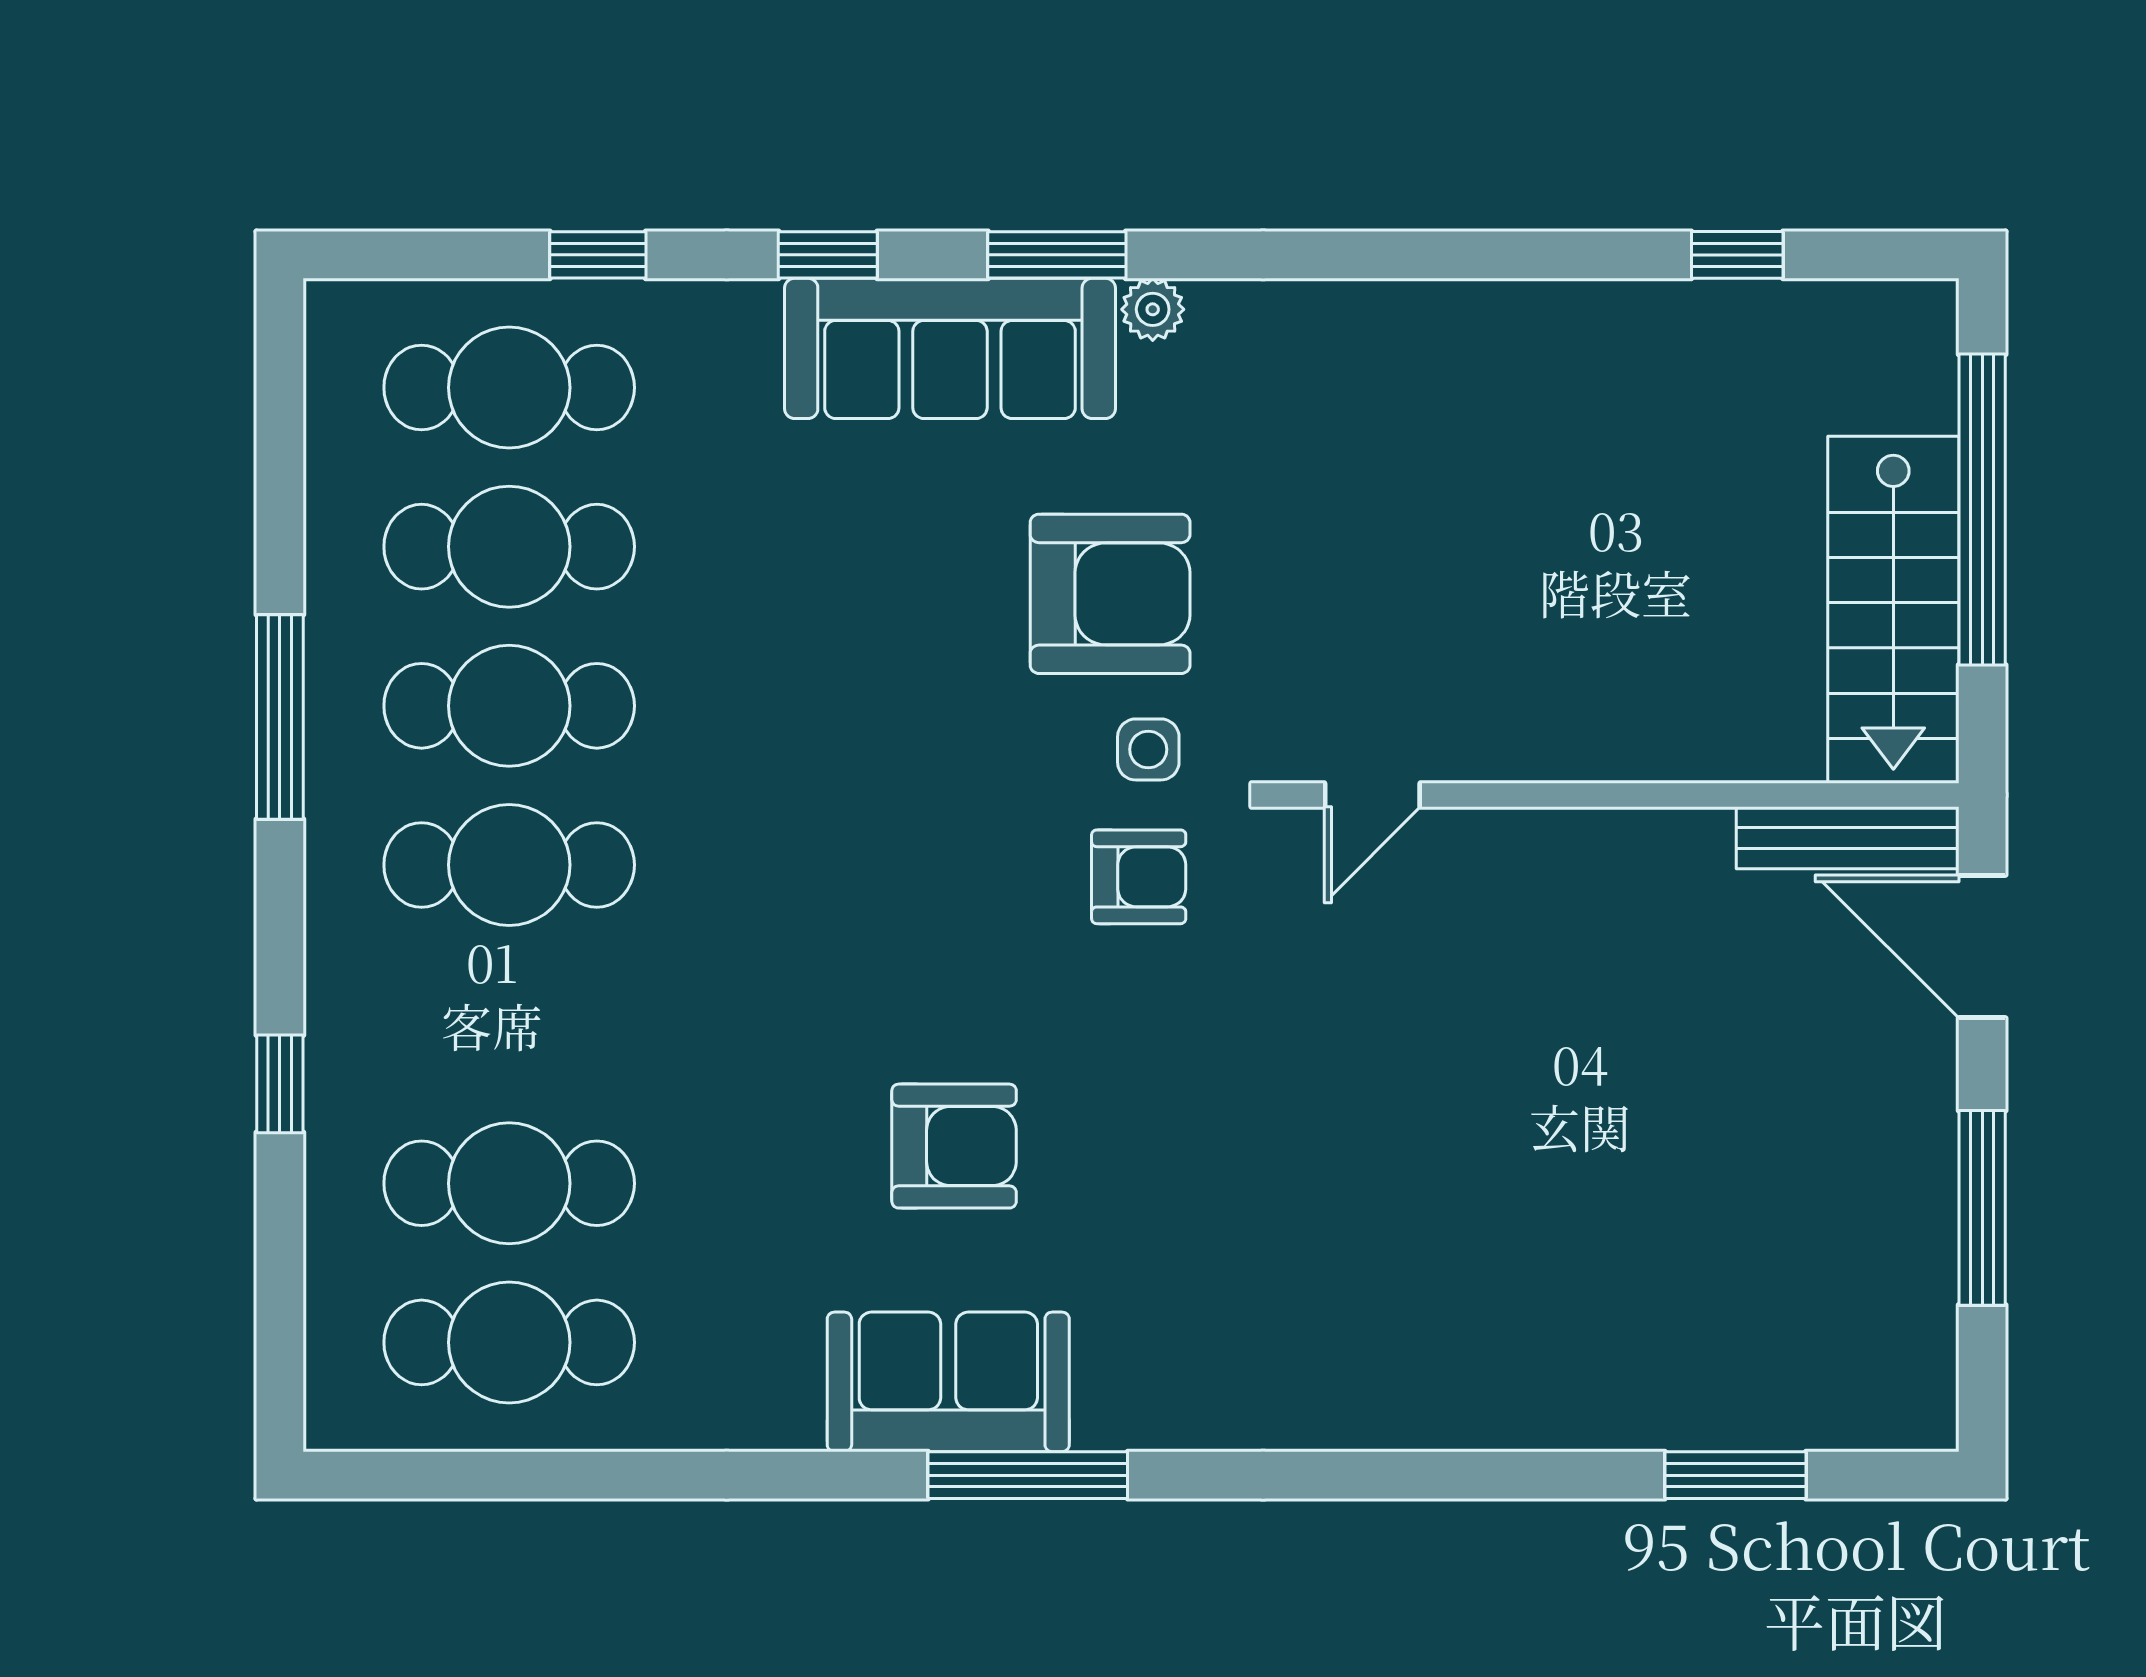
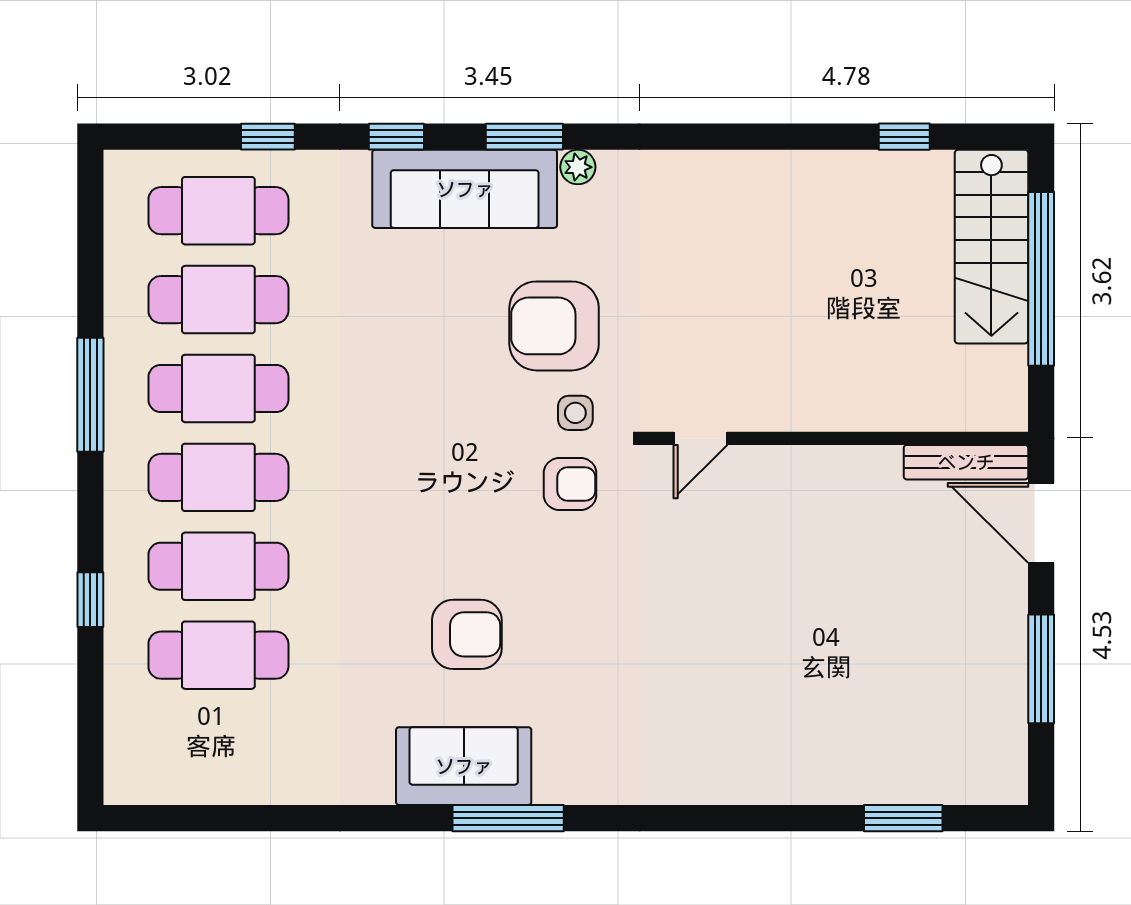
armchair: (1110, 594) -> (554, 326), turned 180
stairs: (1893, 610) -> (991, 247), moved
cafe table: (509, 1342) -> (218, 566), moved

